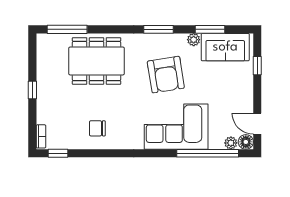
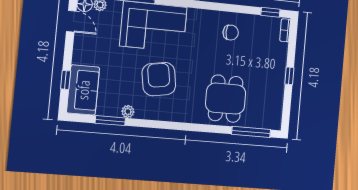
window: (158, 29) -> (162, 125), removed
sofa: (225, 47) -> (83, 90), moved, turned 90
dining table: (97, 61) -> (226, 99), width x0.73

